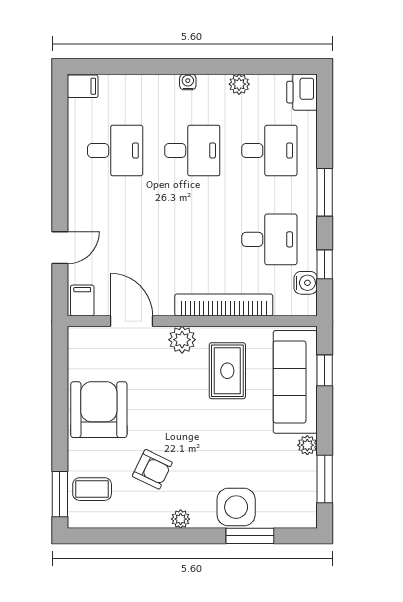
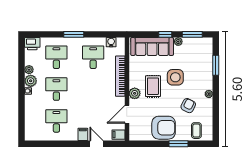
filing cabinet: (83, 86) -> (83, 134), moved
plant: (212, 88) -> (31, 81), added
window: (325, 264) -> (103, 34), removed
window: (325, 370) -> (165, 34), moved
rug: (227, 371) -> (153, 86), moved, turned 90
armchair: (99, 410) -> (164, 128), turned 180
window: (60, 494) -> (179, 144), moved
side table: (236, 507) -> (175, 77), moved

